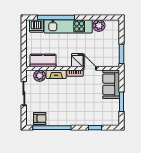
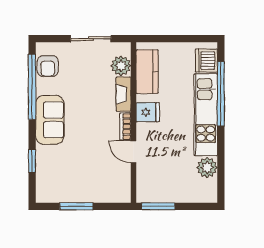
fridge: (77, 60) -> (148, 112), moved
door: (90, 68) -> (133, 152), swing flipped
sofa: (111, 84) -> (50, 120), moved, turned 90

